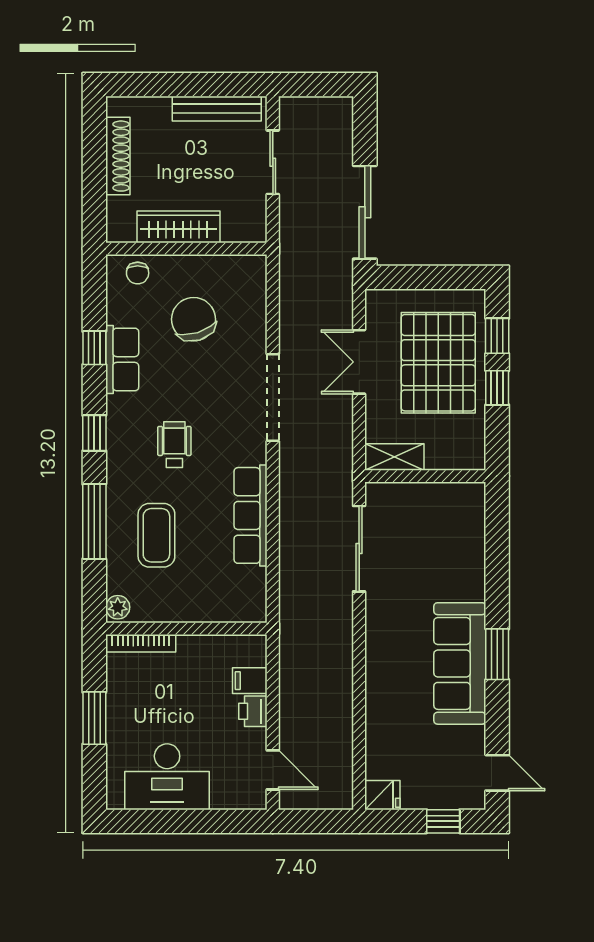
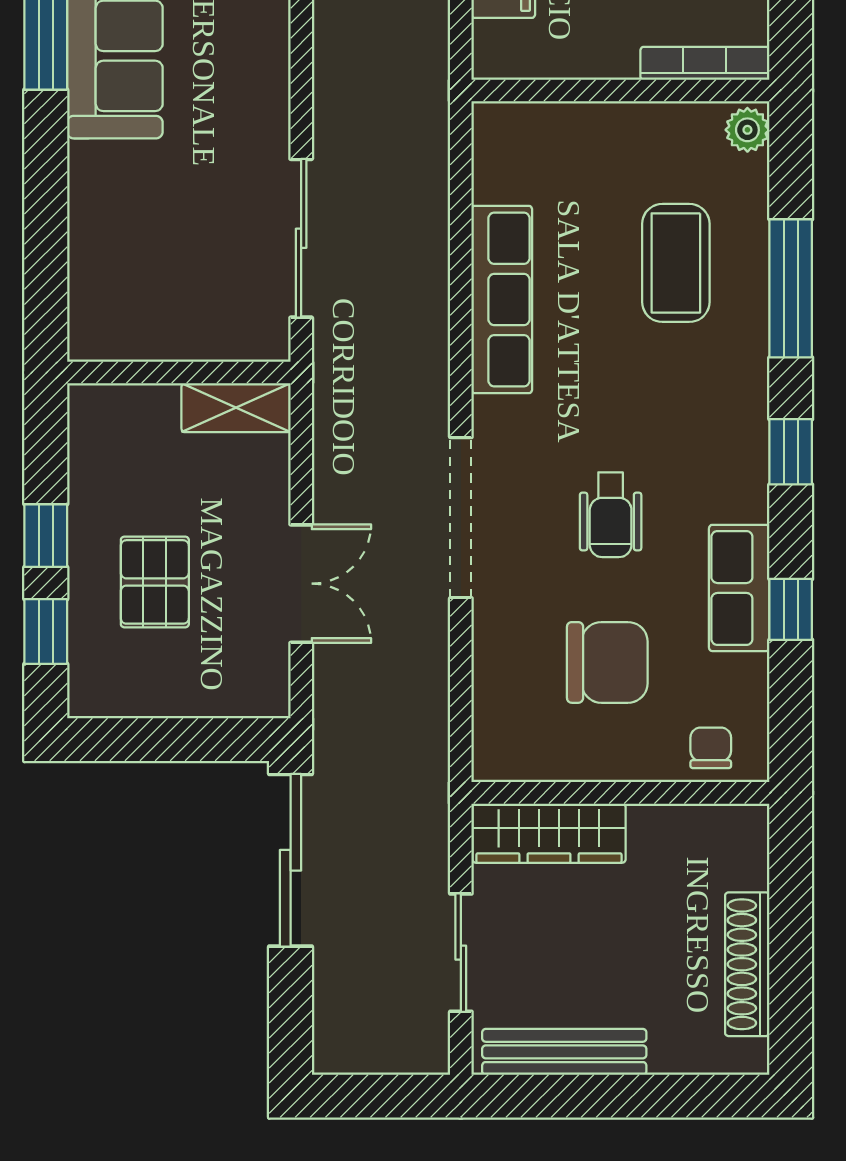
wardrobe: (178, 227) -> (549, 833), moved
chair: (194, 319) -> (607, 662), turned -73
pallet: (438, 363) -> (155, 582), width x0.49, depth x0.50
wheelchair: (174, 445) -> (611, 515), moved

